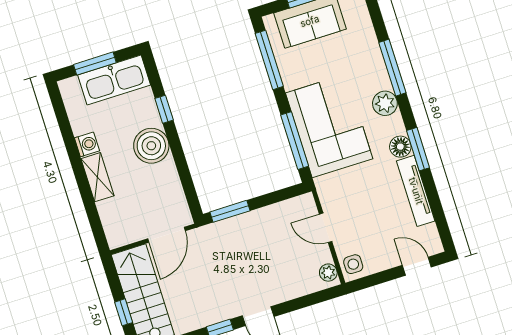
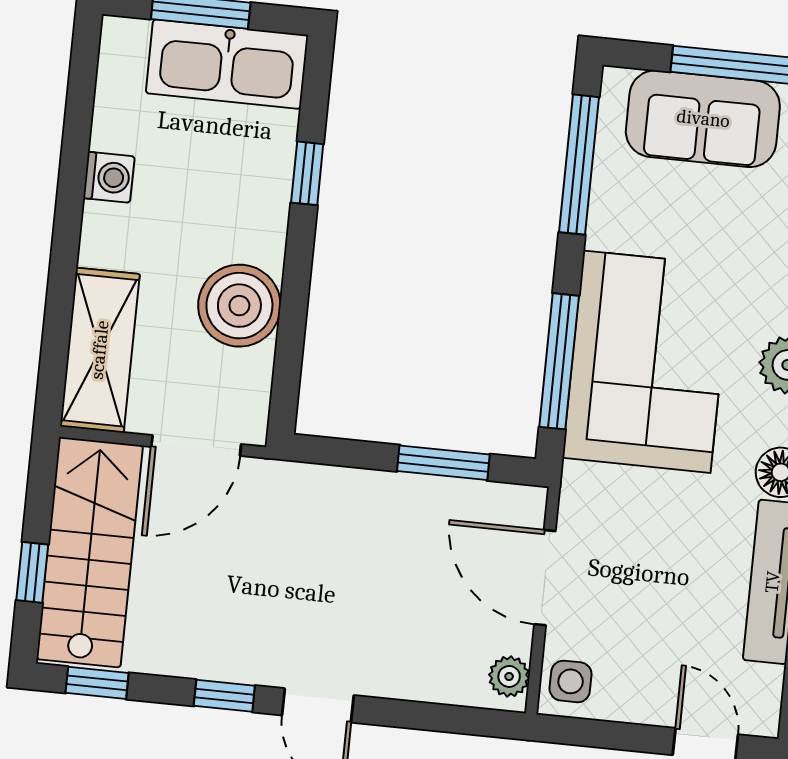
boiler: (151, 146) -> (239, 306), moved
shelving: (98, 177) -> (100, 350), moved, width x1.50, depth x1.33
window: (230, 211) -> (443, 463), moved
door: (326, 228) -> (545, 578), width x1.38

